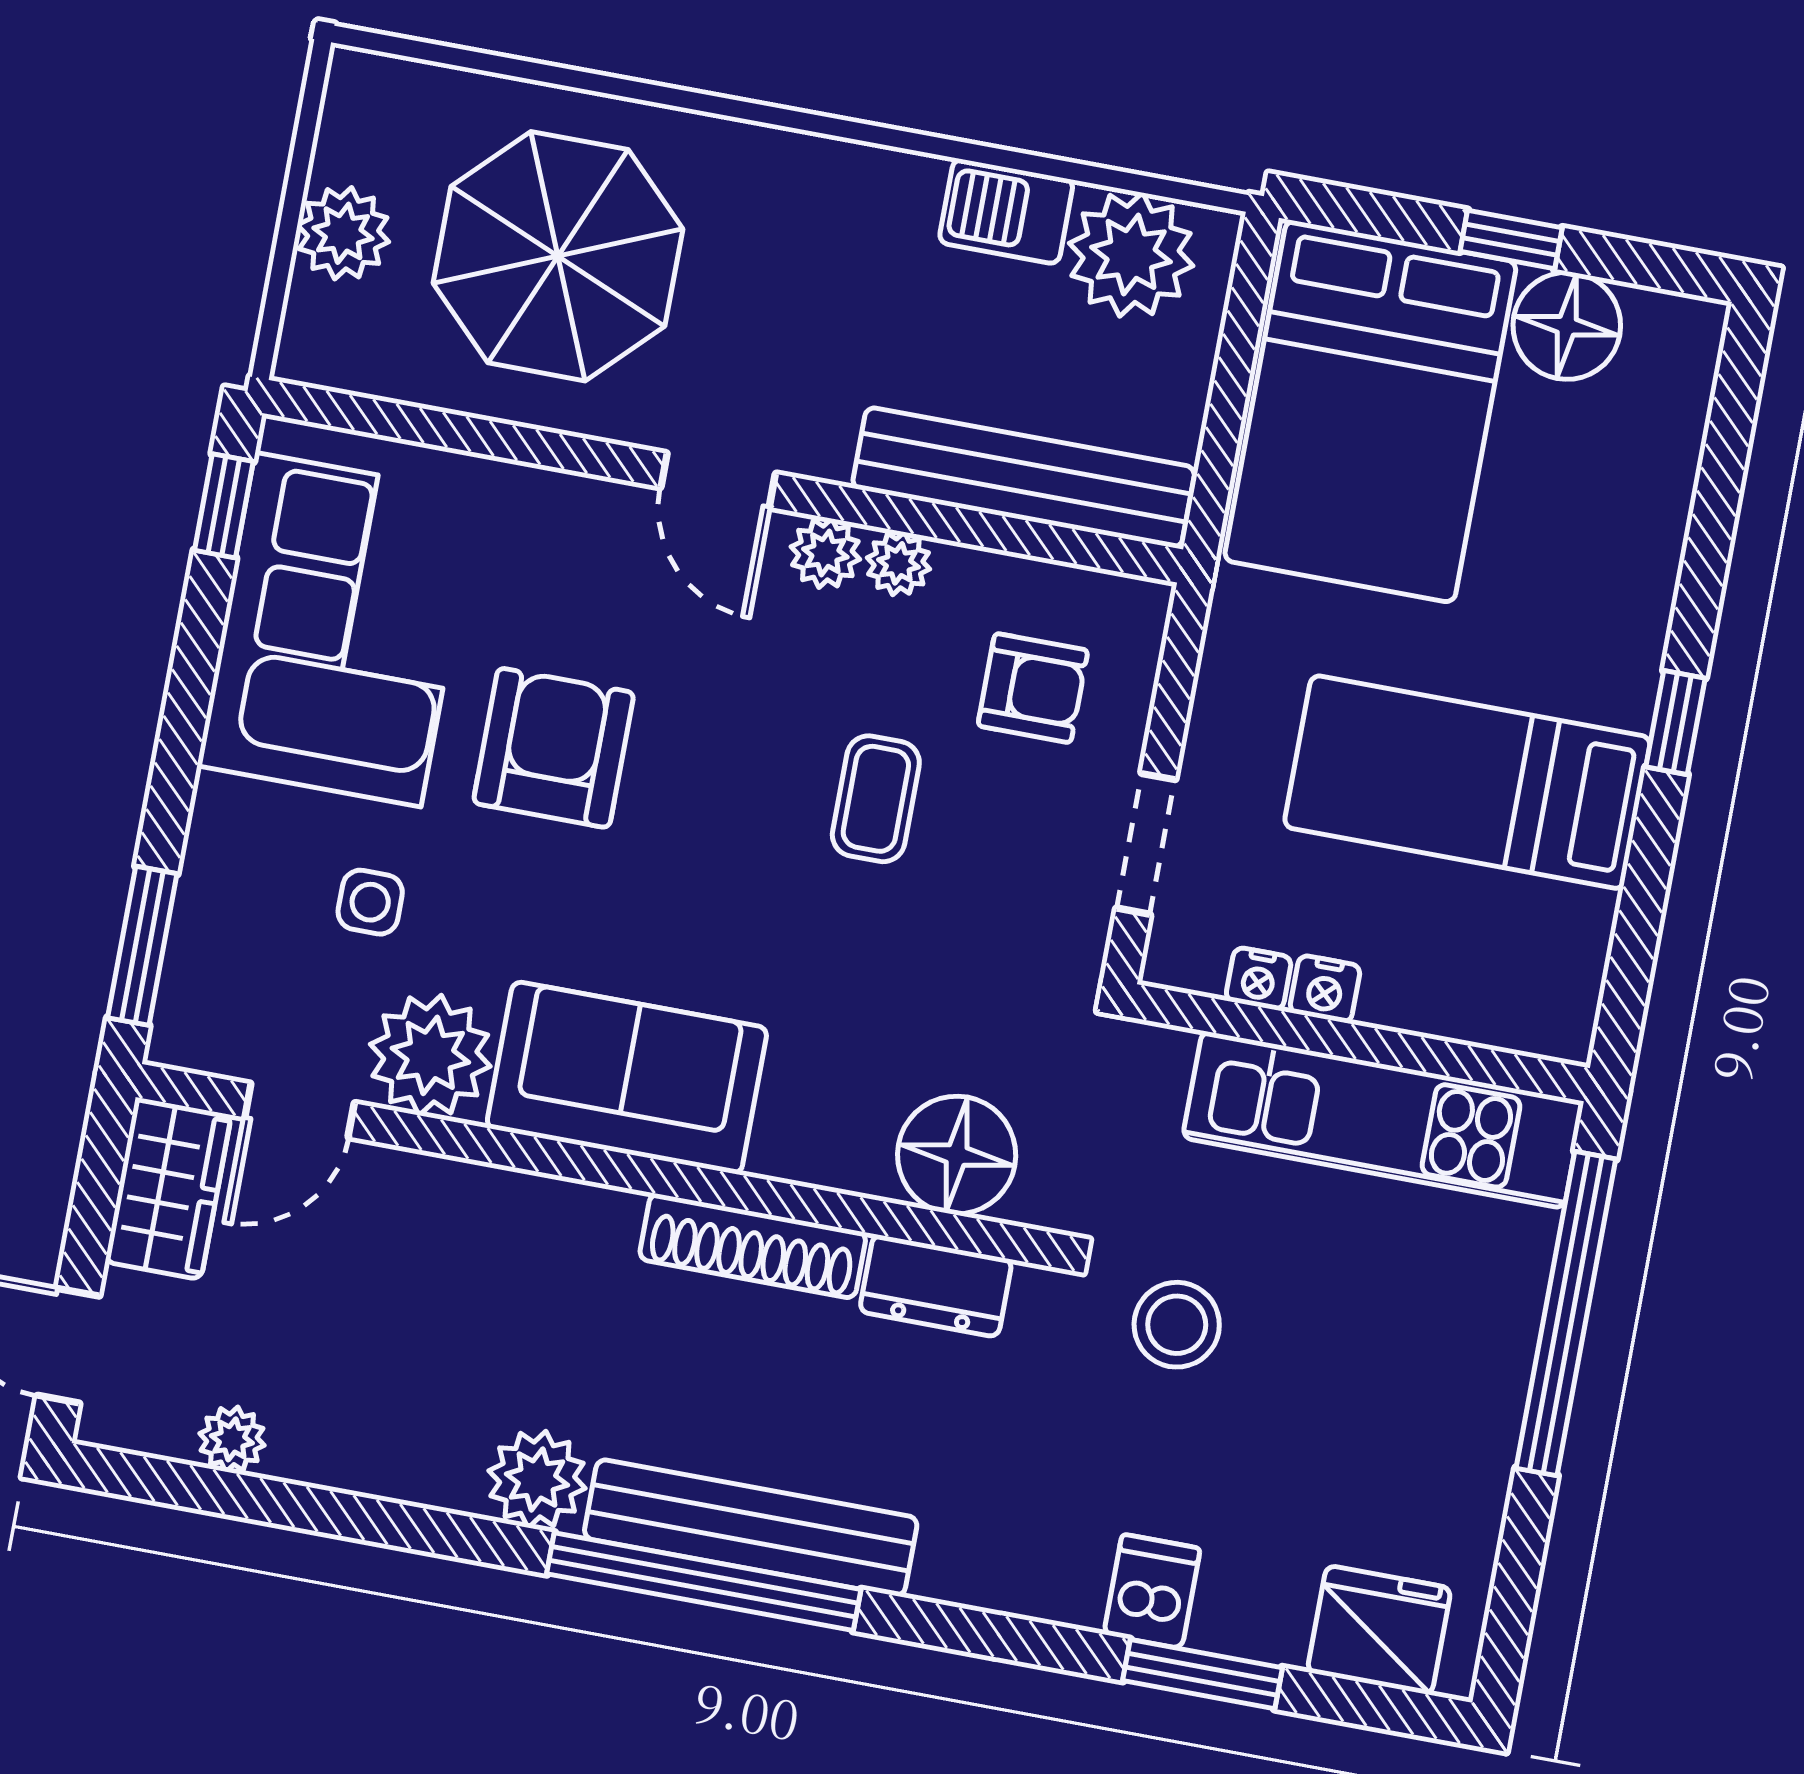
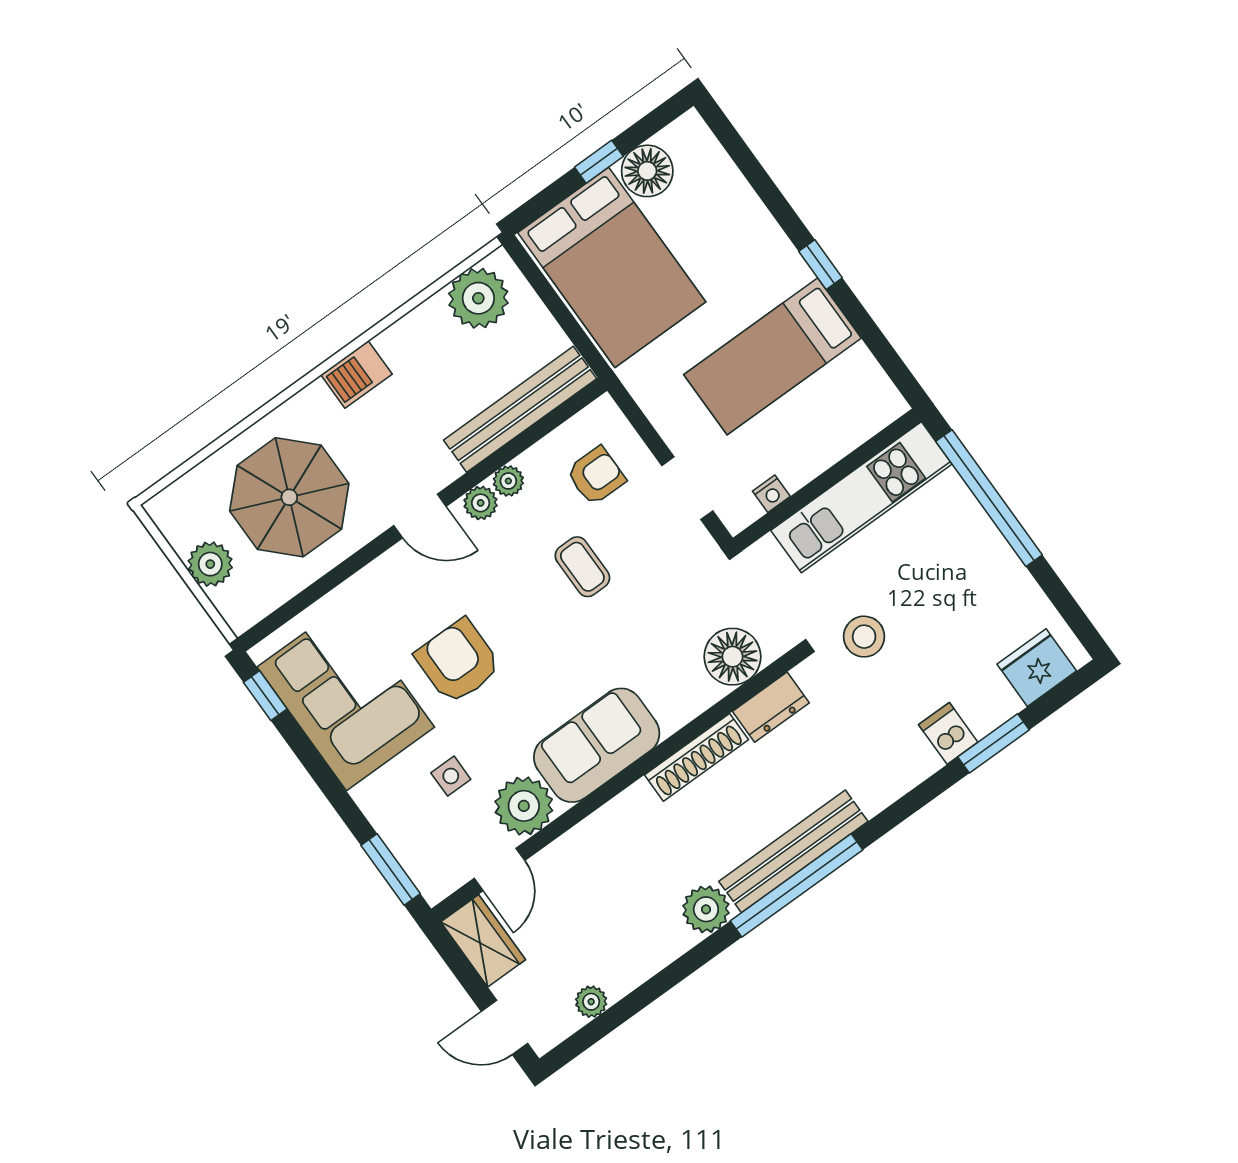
barbecue: (1006, 211) -> (356, 374), moved
nightstand: (1325, 989) -> (797, 474), removed

